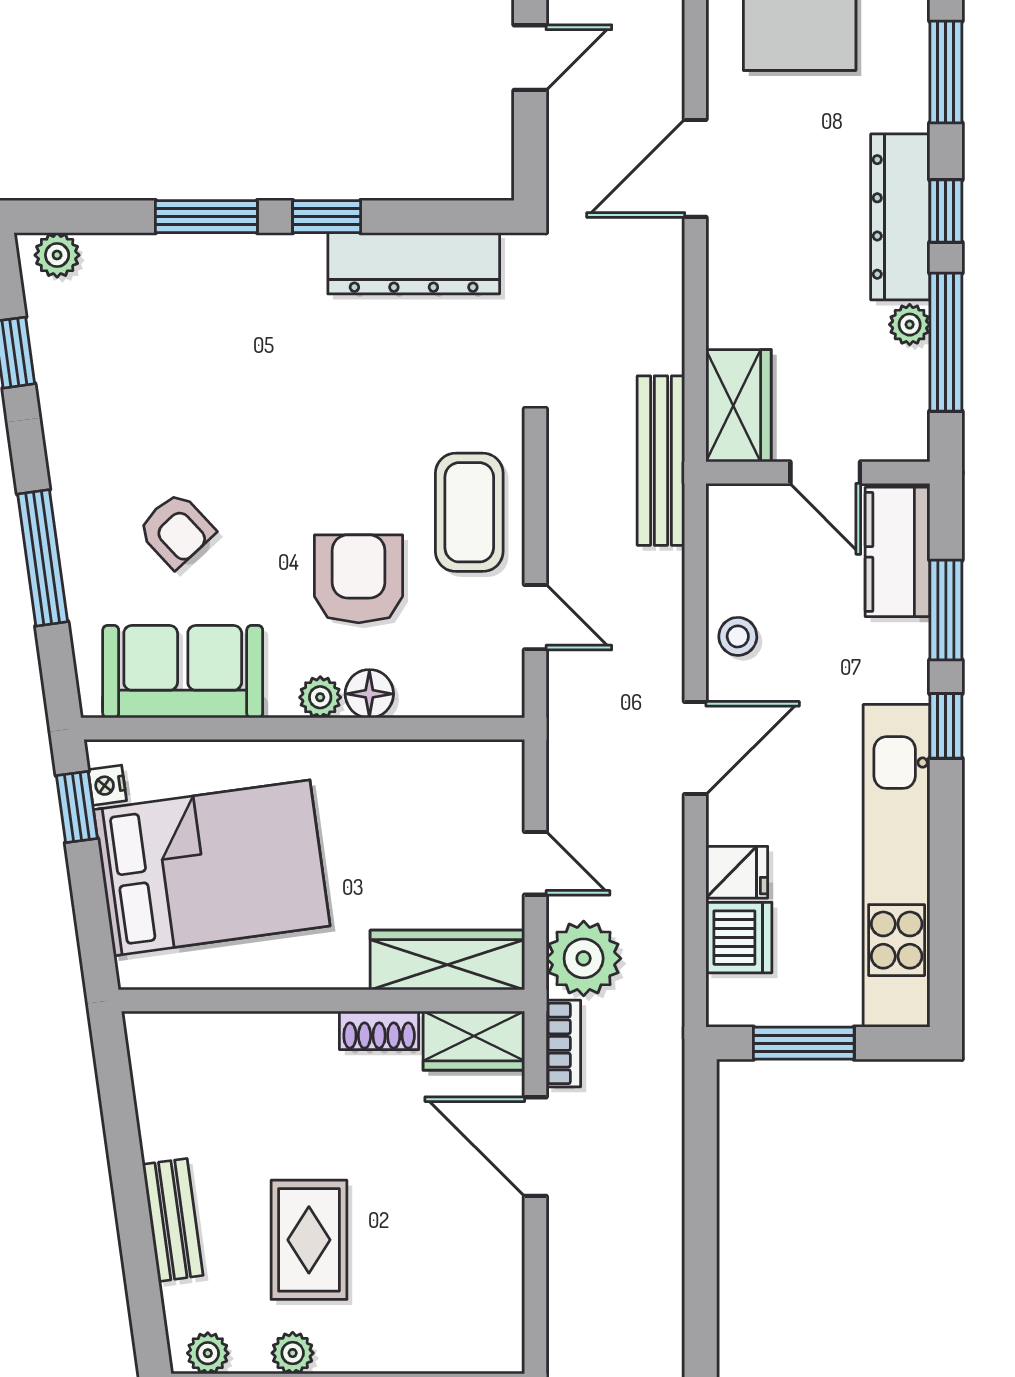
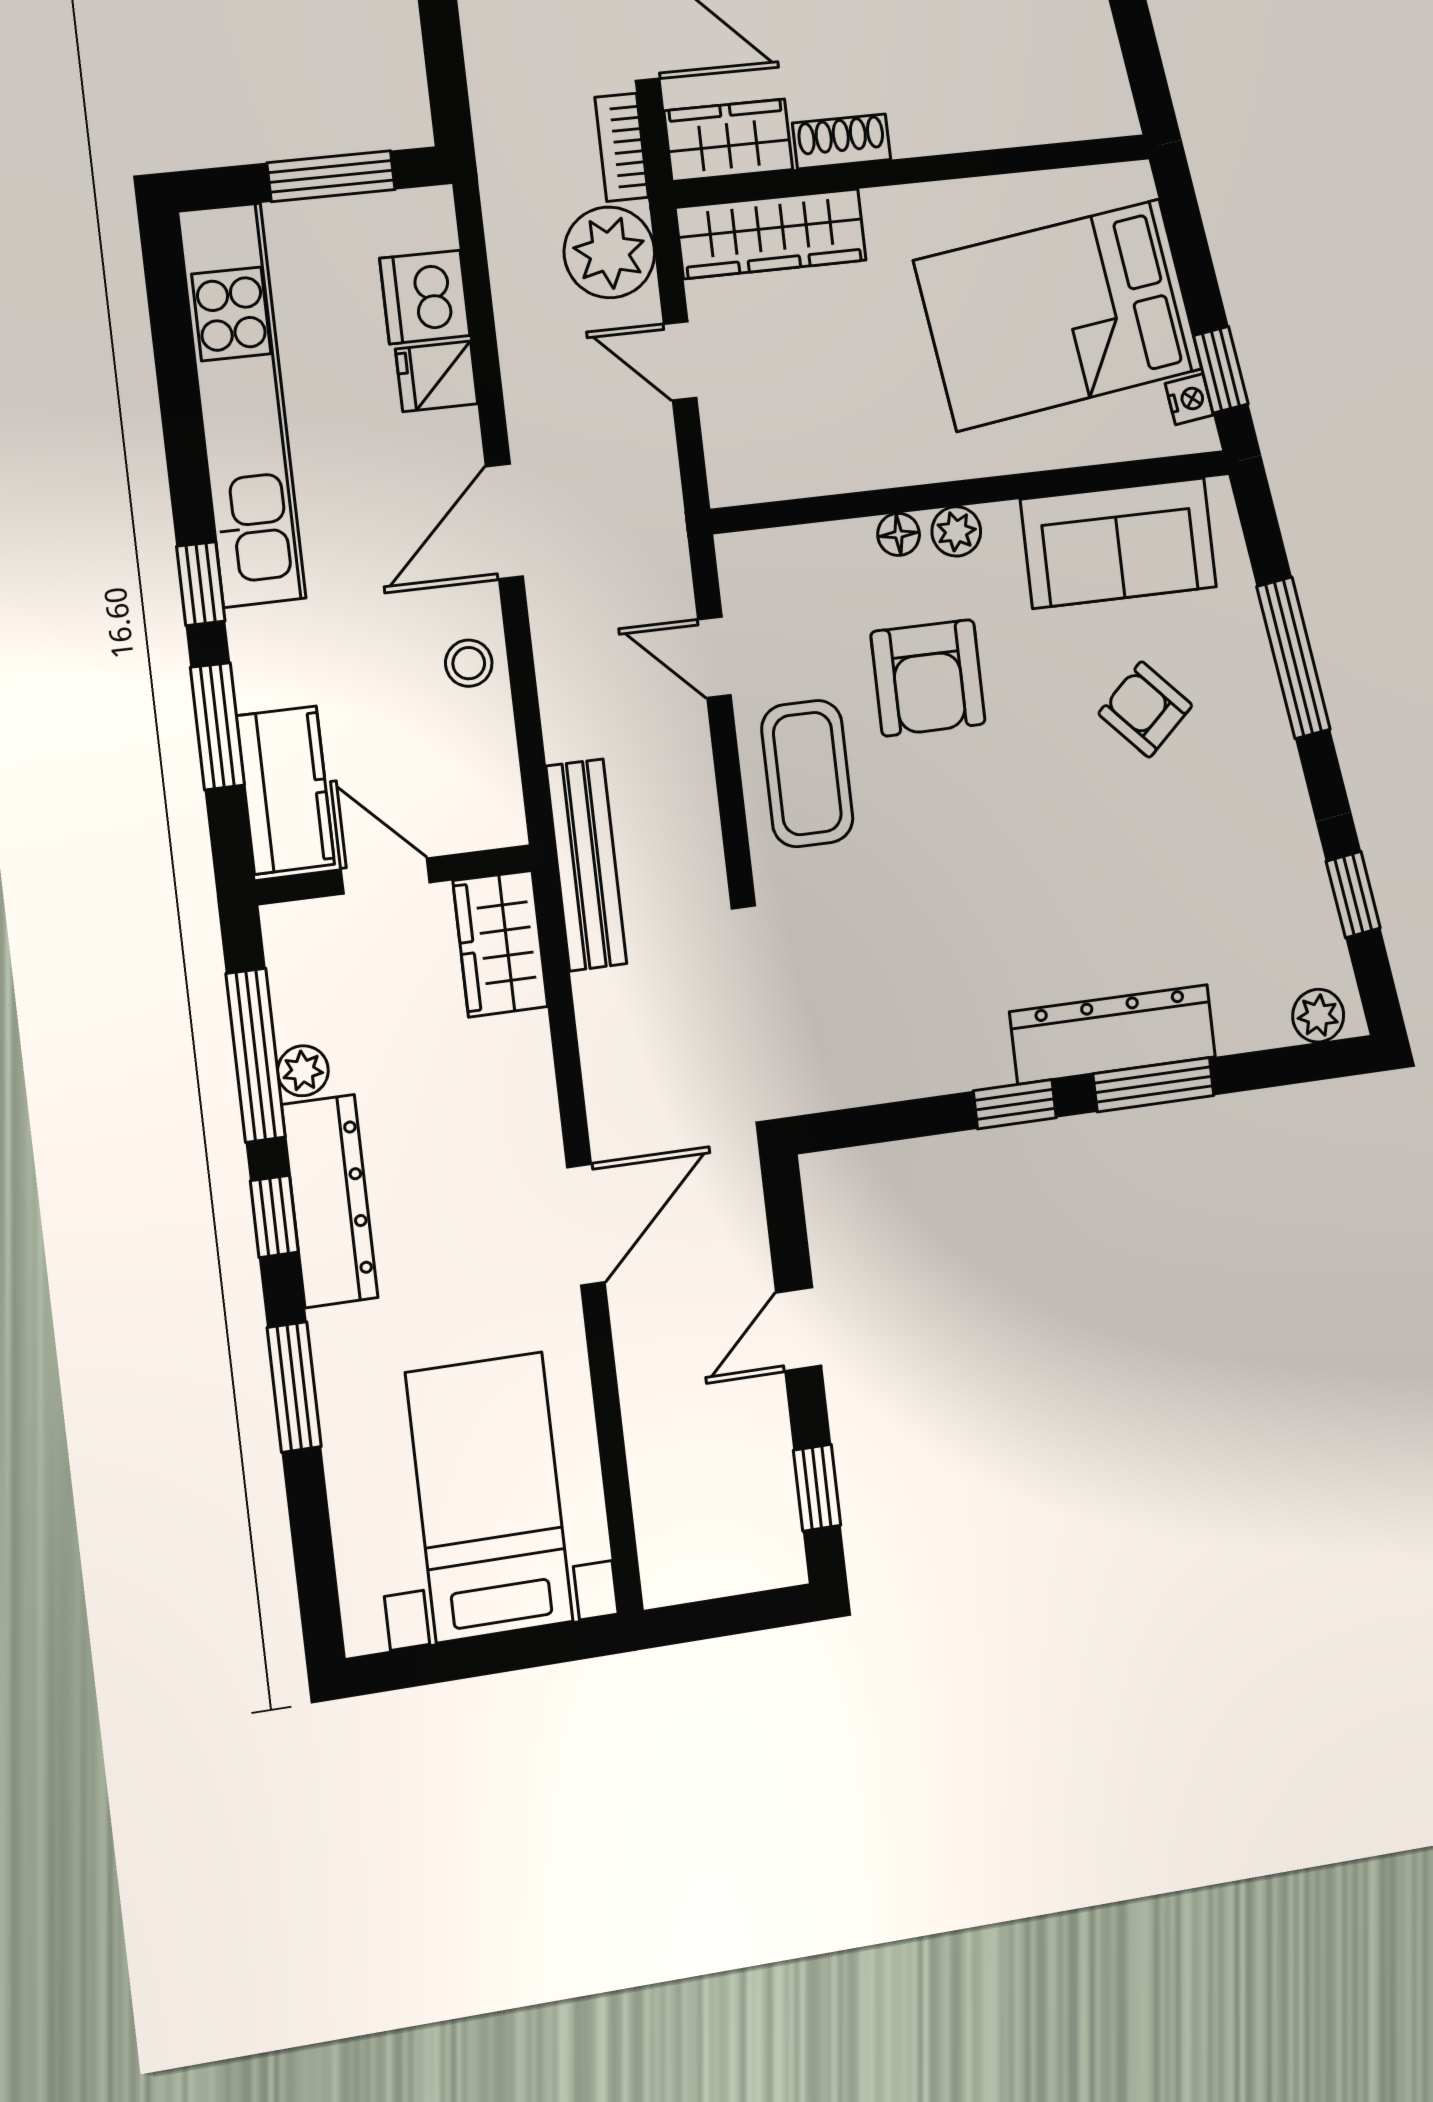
dresser: (414, 263) -> (1113, 1034), moved
floor lamp: (369, 694) -> (899, 534), width x0.73, depth x0.73

